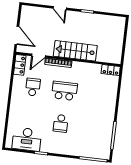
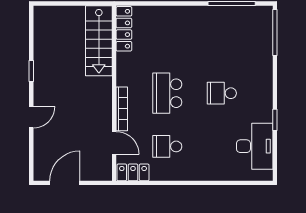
door: (17, 35) -> (65, 183), moved
stairs: (75, 51) -> (99, 41), moved
locker: (111, 70) -> (124, 29), width x1.53
school desk: (61, 123) -> (222, 93), turned 180

